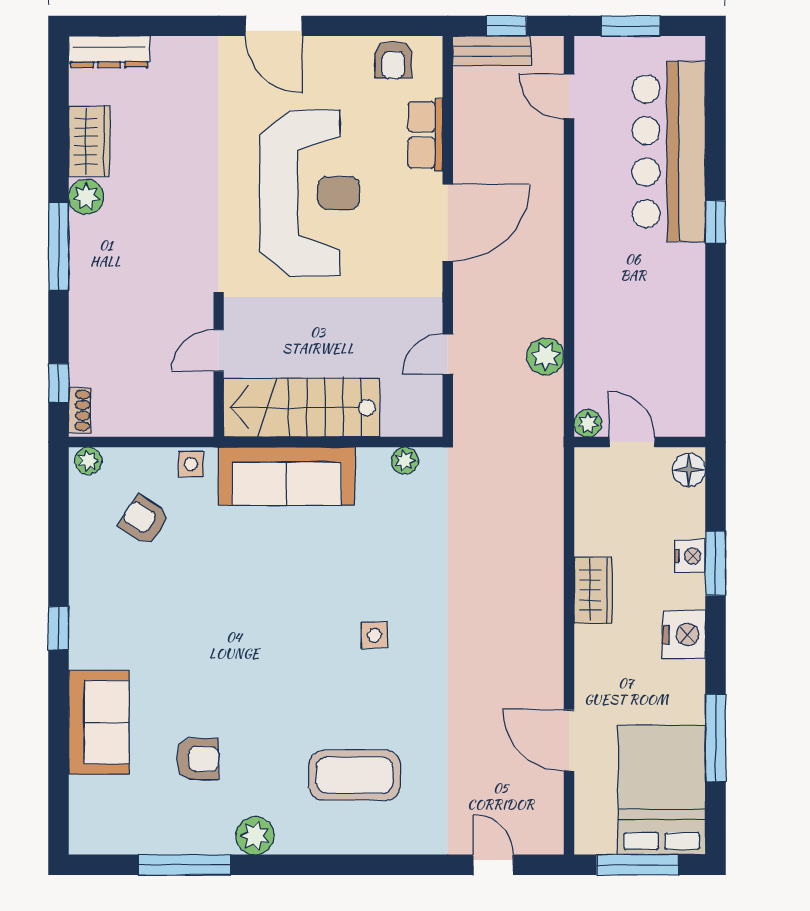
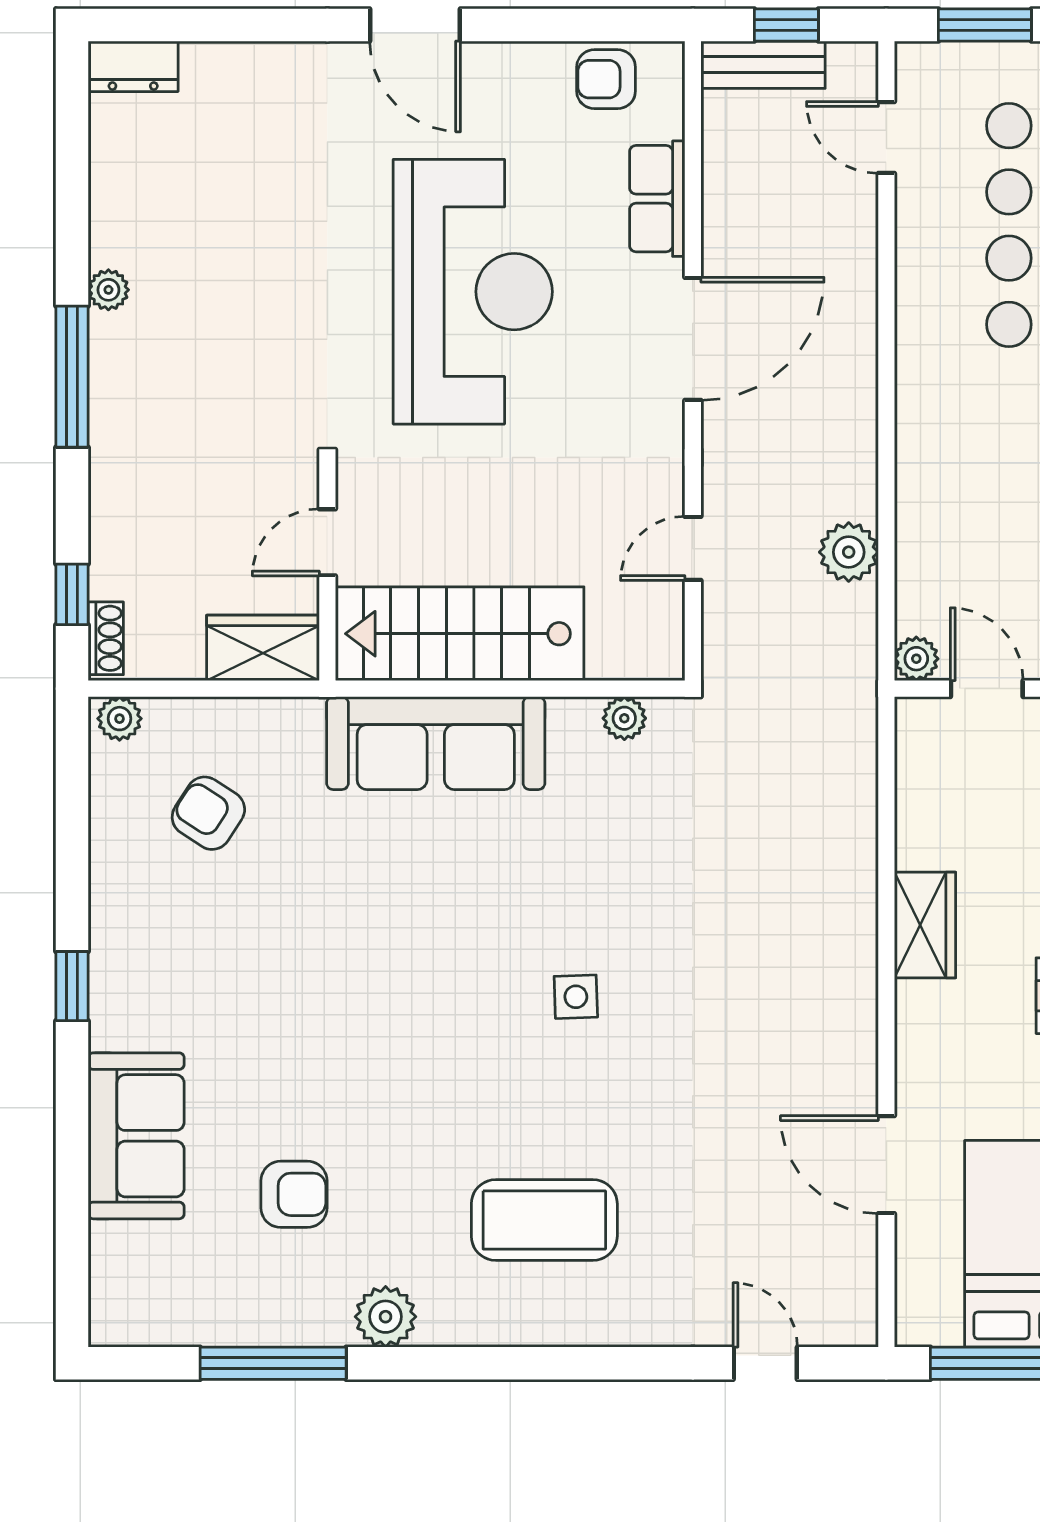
dresser: (109, 52) -> (133, 66), width x0.70
armchair: (393, 60) -> (606, 79), turned 90
wardrobe: (89, 141) -> (263, 648), moved, turned -90
plant: (86, 197) -> (108, 290), width x0.73, depth x0.73
side table: (191, 464) -> (283, 724), removed

